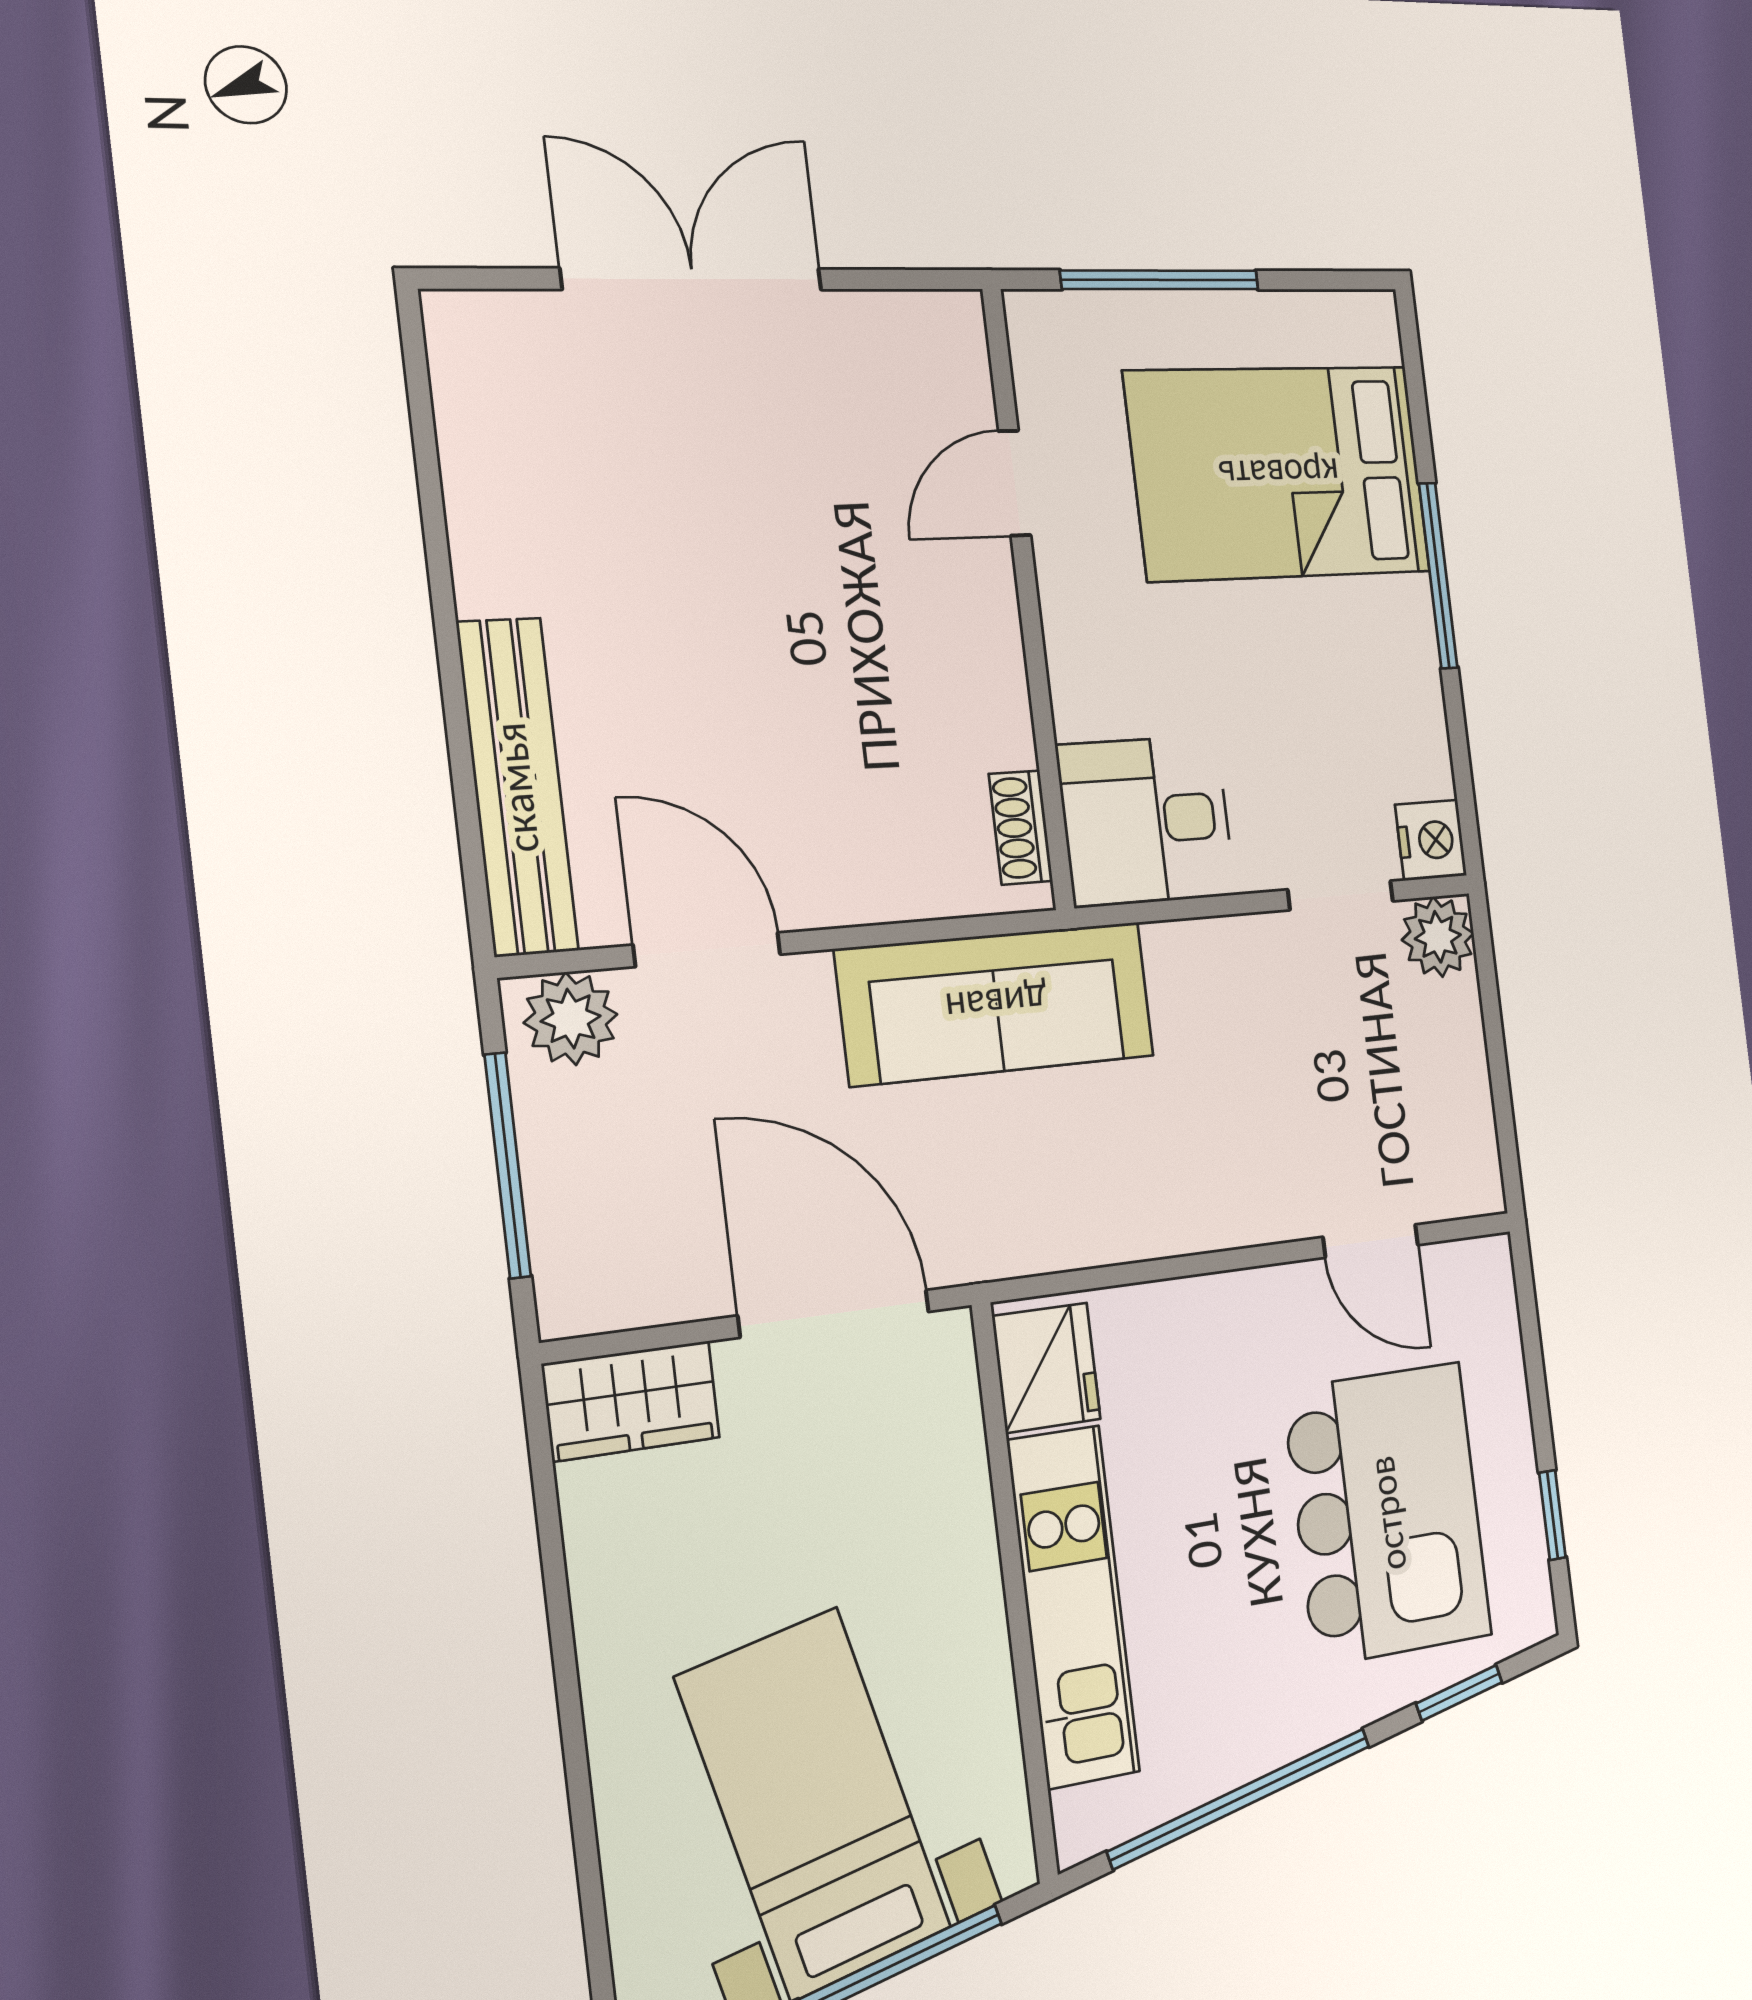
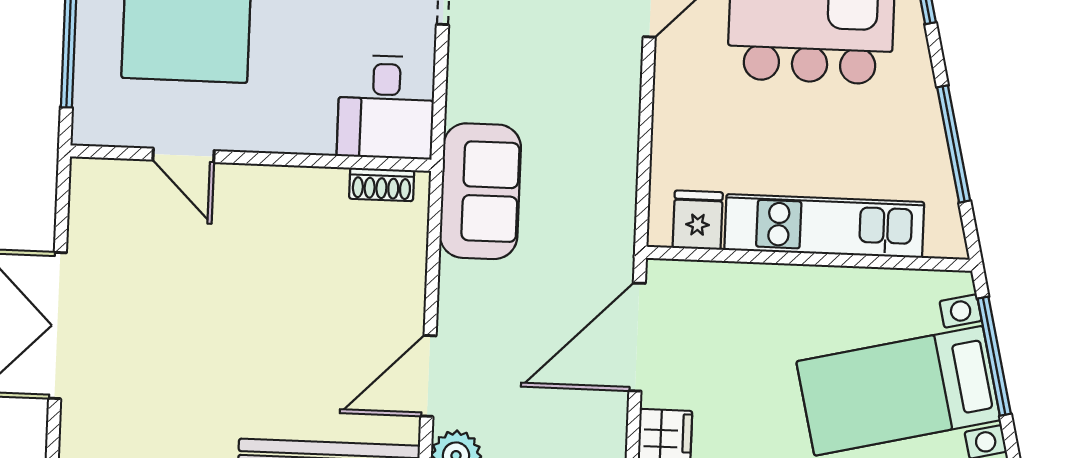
sofa: (996, 1003) -> (480, 191), width x0.73
fridge: (1046, 1368) -> (698, 220), width x0.72
window: (1240, 1798) -> (954, 144), width x0.68

